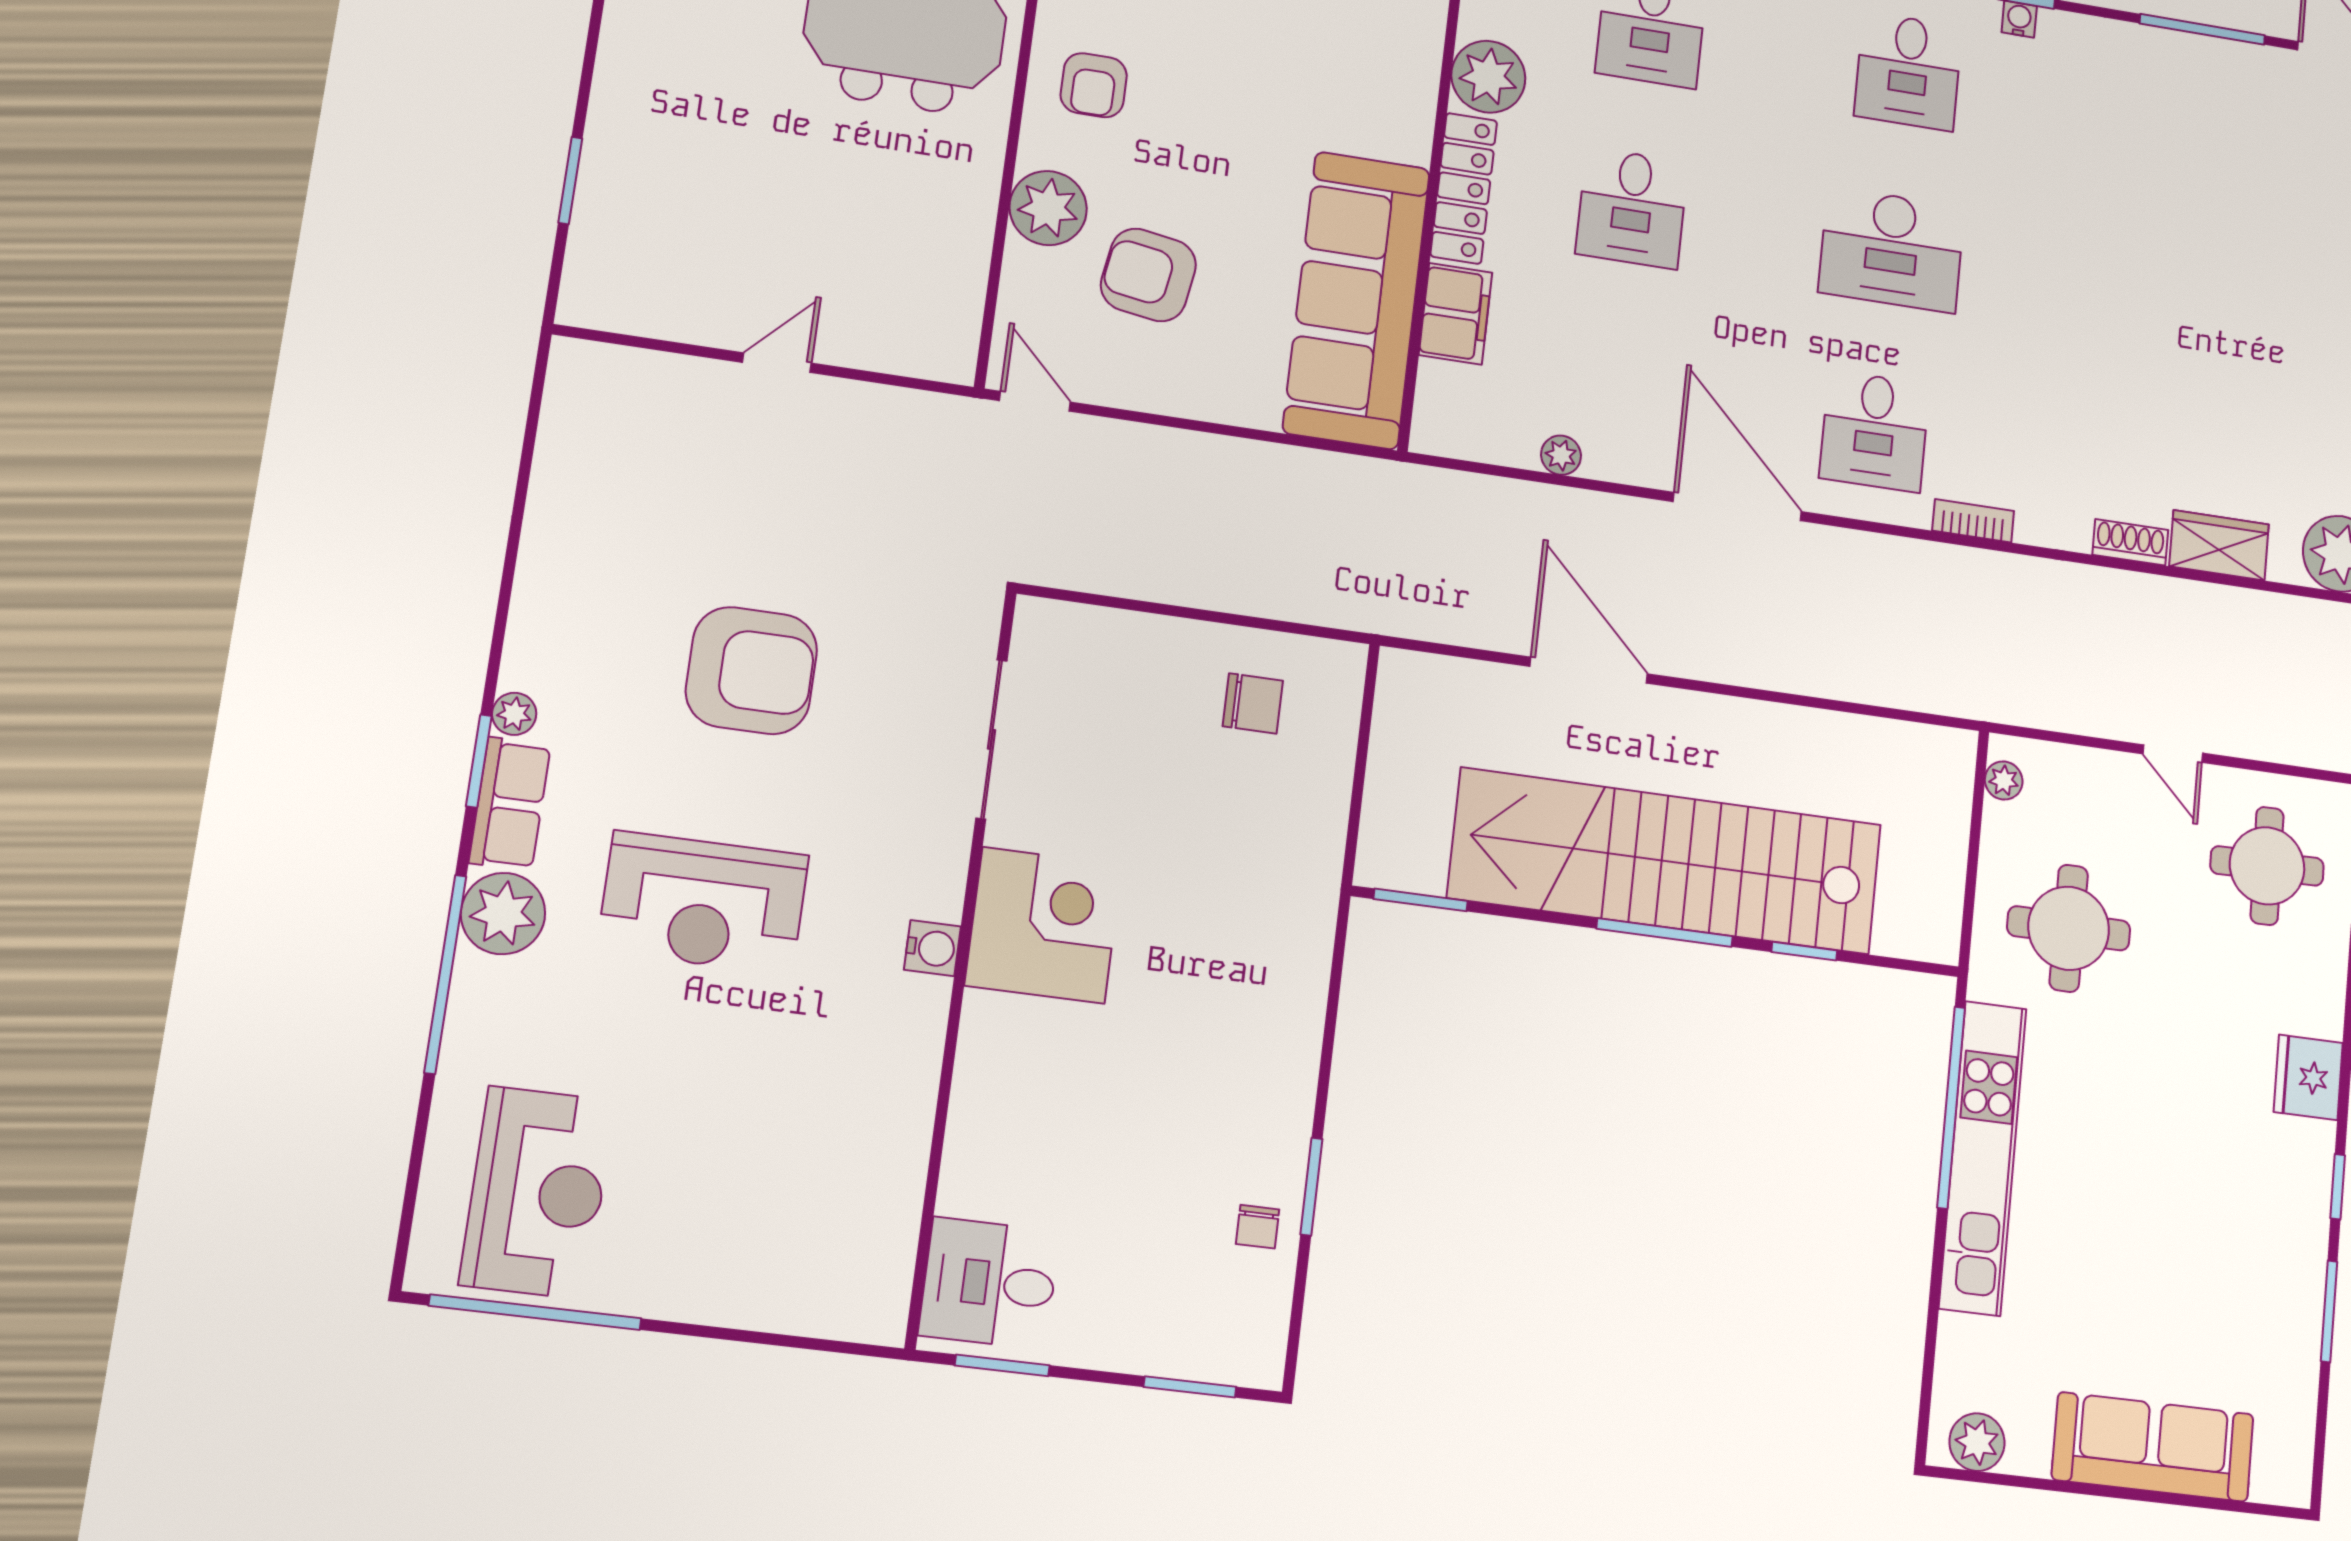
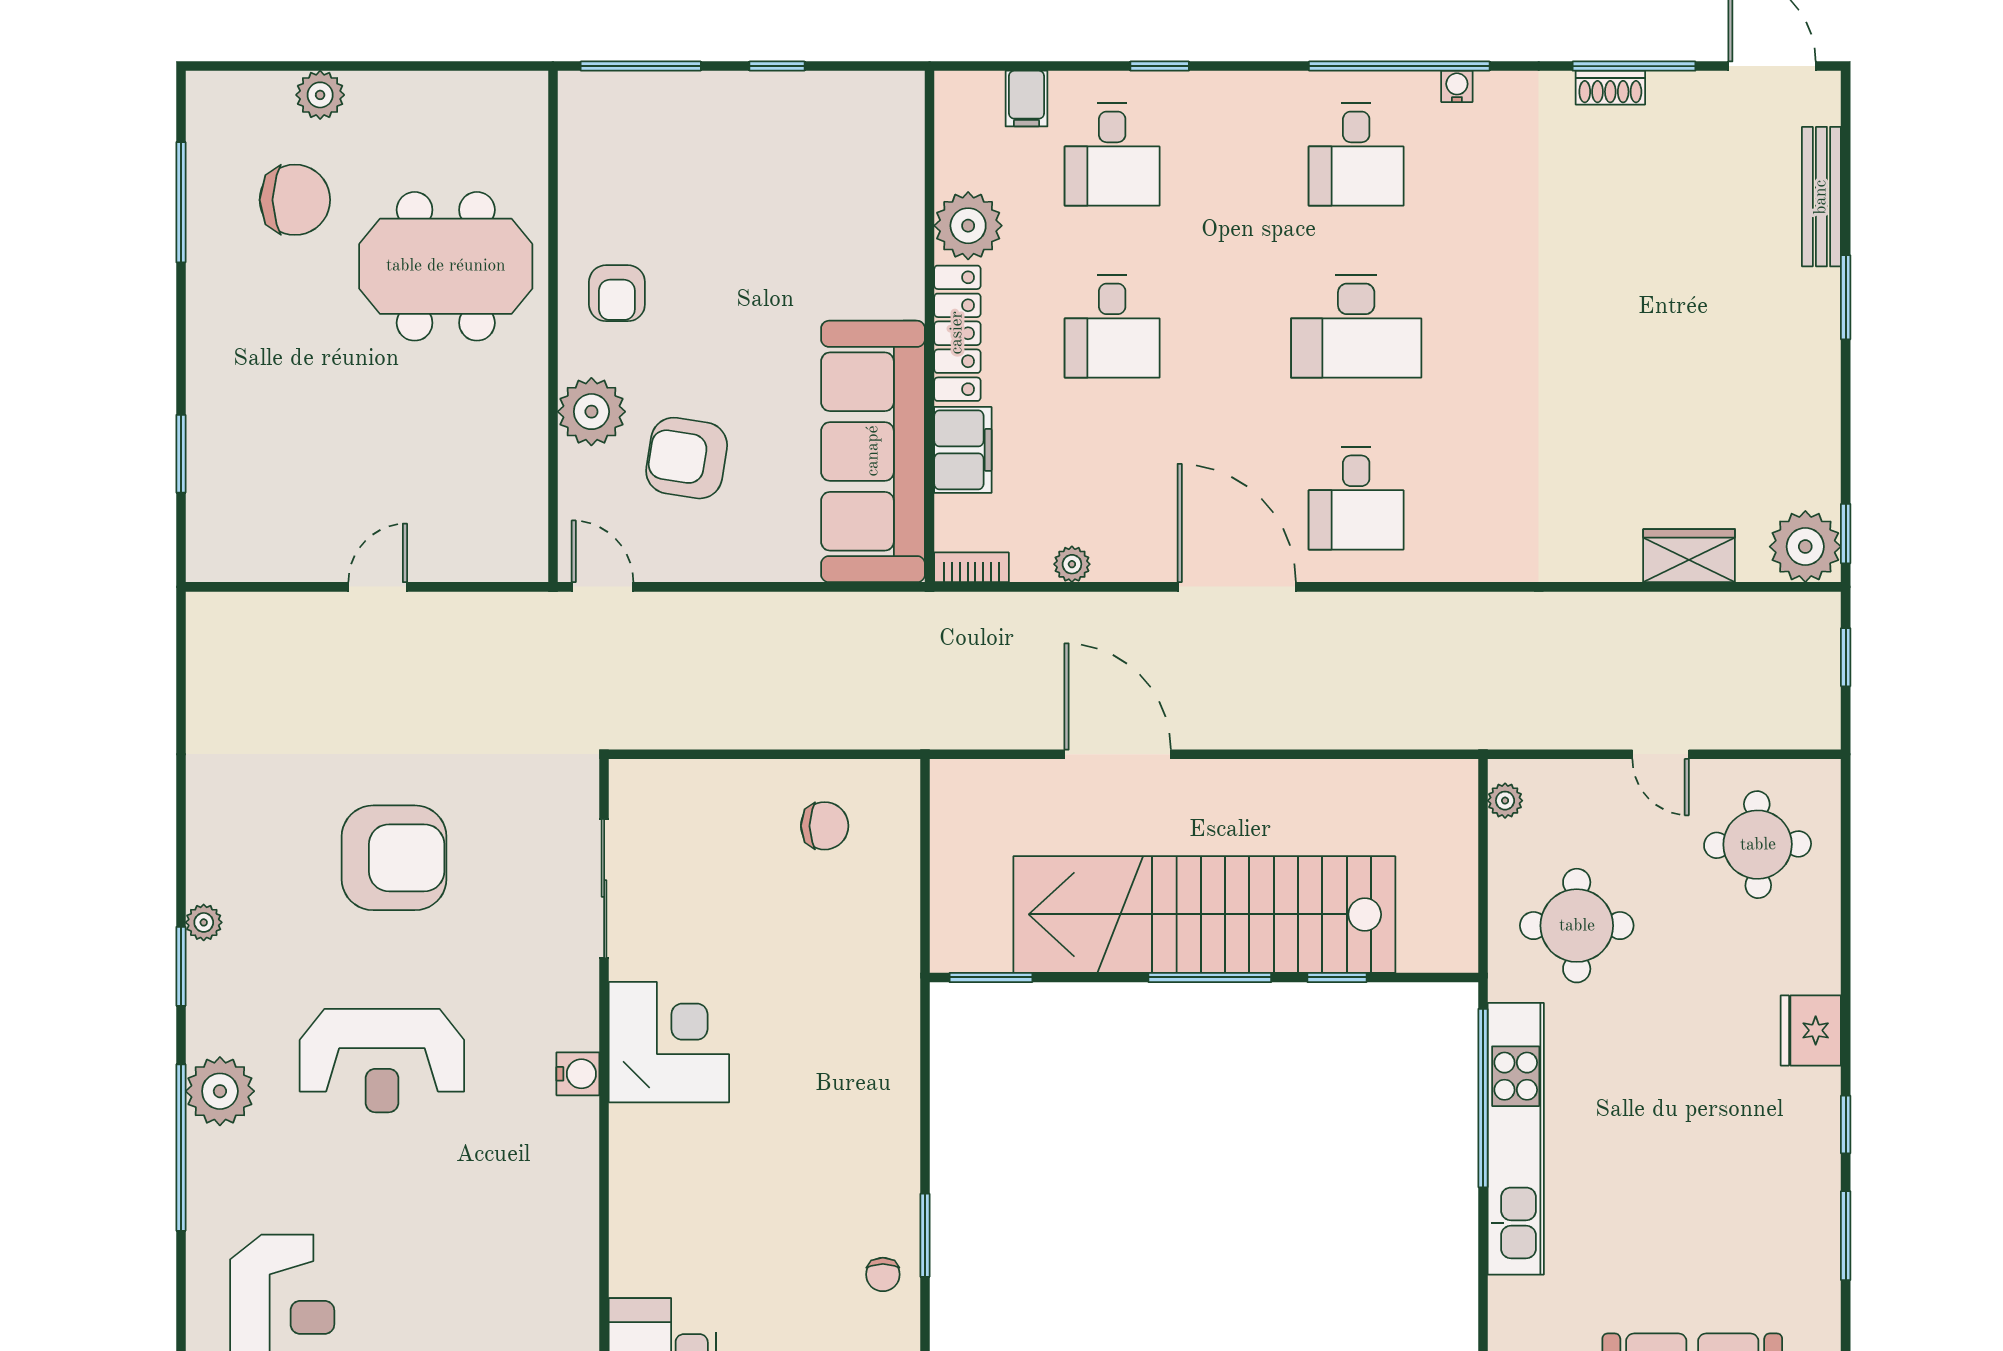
bookcase: (1973, 521) -> (971, 567), moved
shoe rack: (2130, 542) -> (1610, 88), moved, turned 180
row of seats: (510, 804) -> (212, 999), removed

